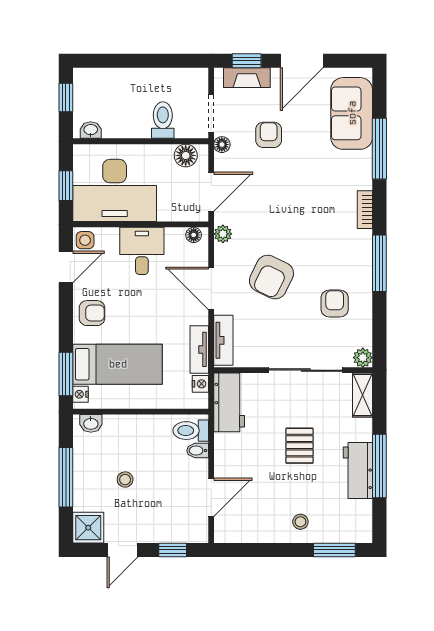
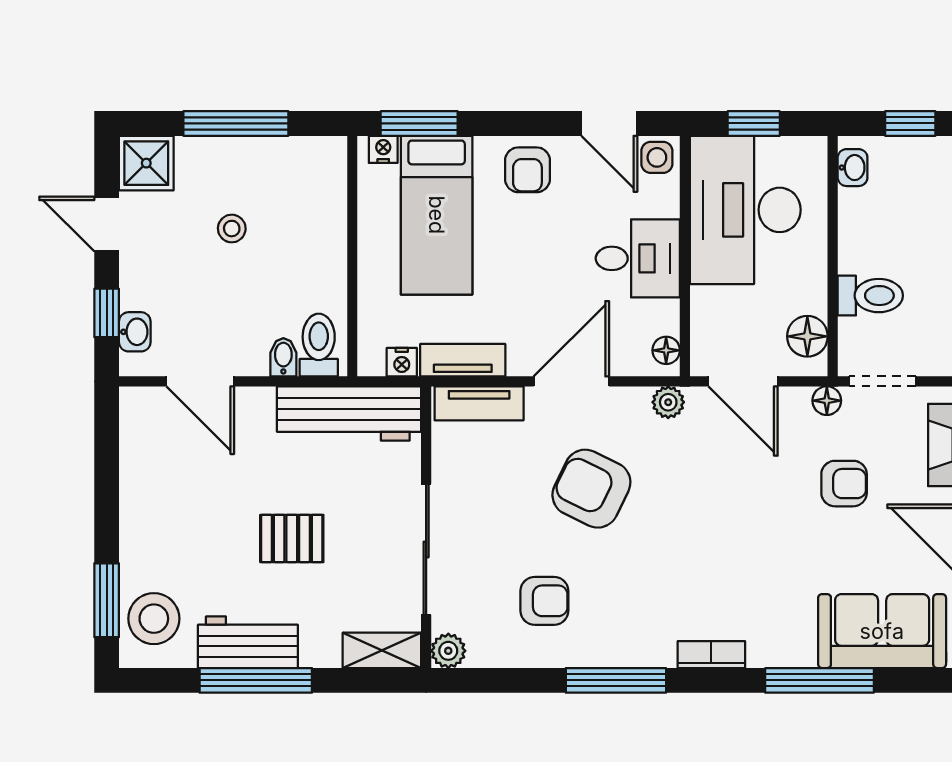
workbench: (229, 402) -> (349, 413), width x1.38
washbasin: (91, 423) -> (135, 332), moved, turned 180
stool: (300, 522) -> (154, 619), moved, width x1.89, depth x1.89

